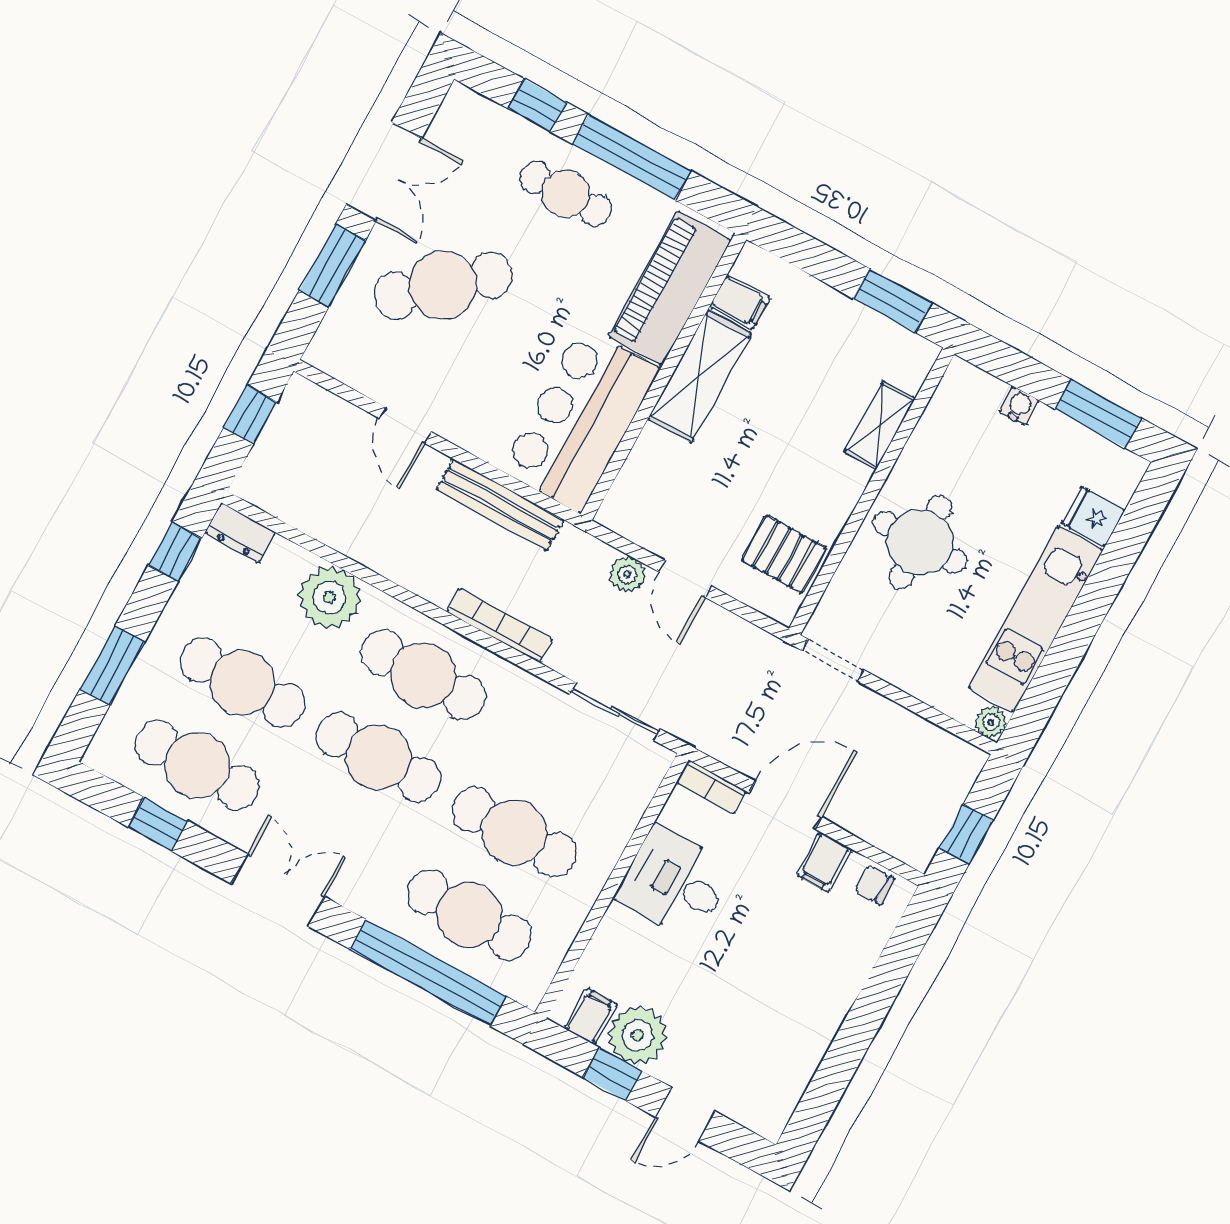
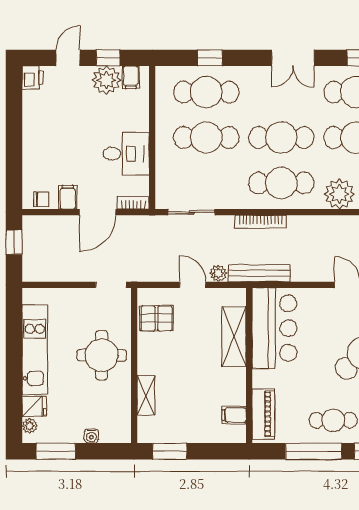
piano: (670, 288) -> (263, 414), width x0.73, depth x0.75
shelving: (700, 376) -> (234, 337), moved
bench: (500, 505) -> (259, 273), moved
plant: (991, 722) -> (30, 426), moved
window: (428, 973) -> (210, 58), width x0.32
printer: (769, 1114) -> (33, 78), added

